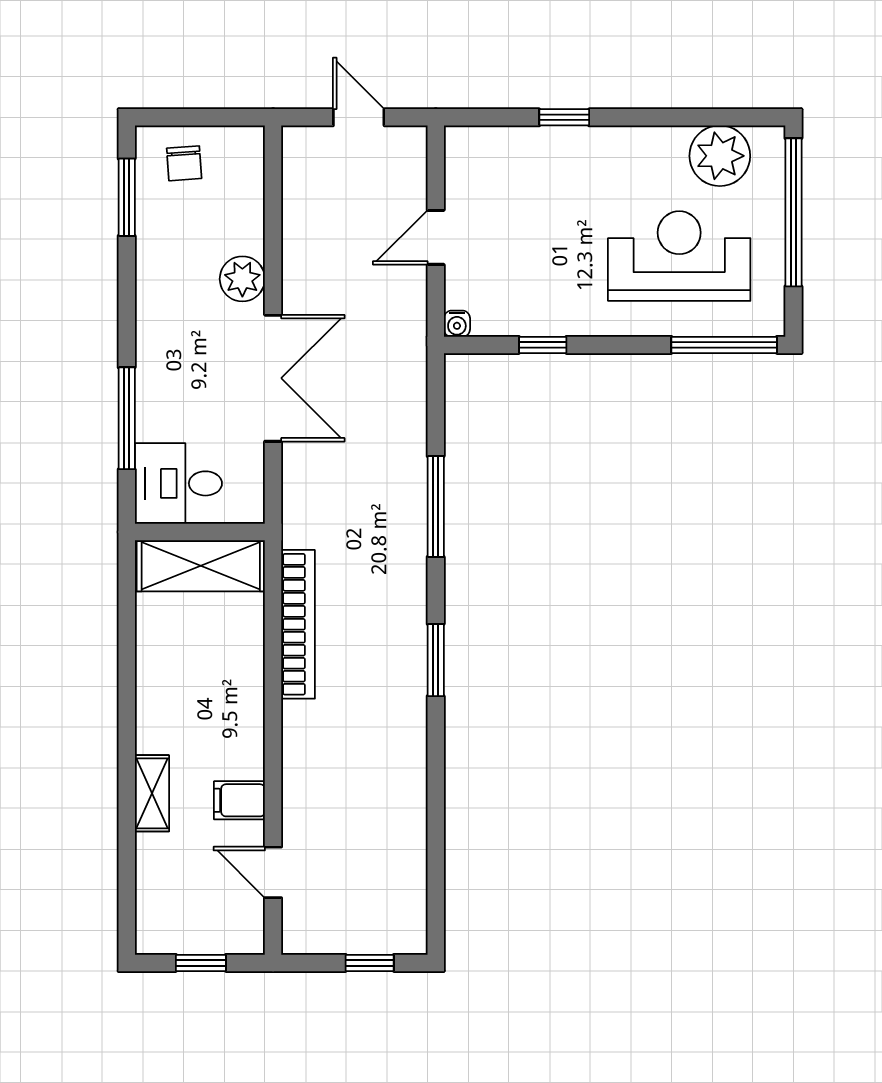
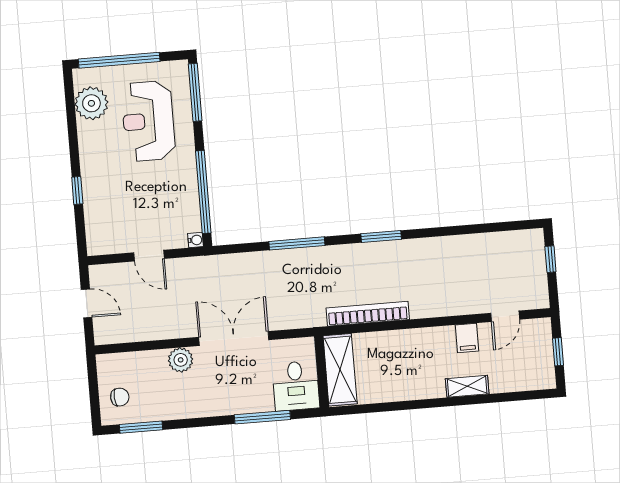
door: (359, 117) -> (87, 303), swing flipped
window: (543, 345) -> (203, 192), width x3.17

